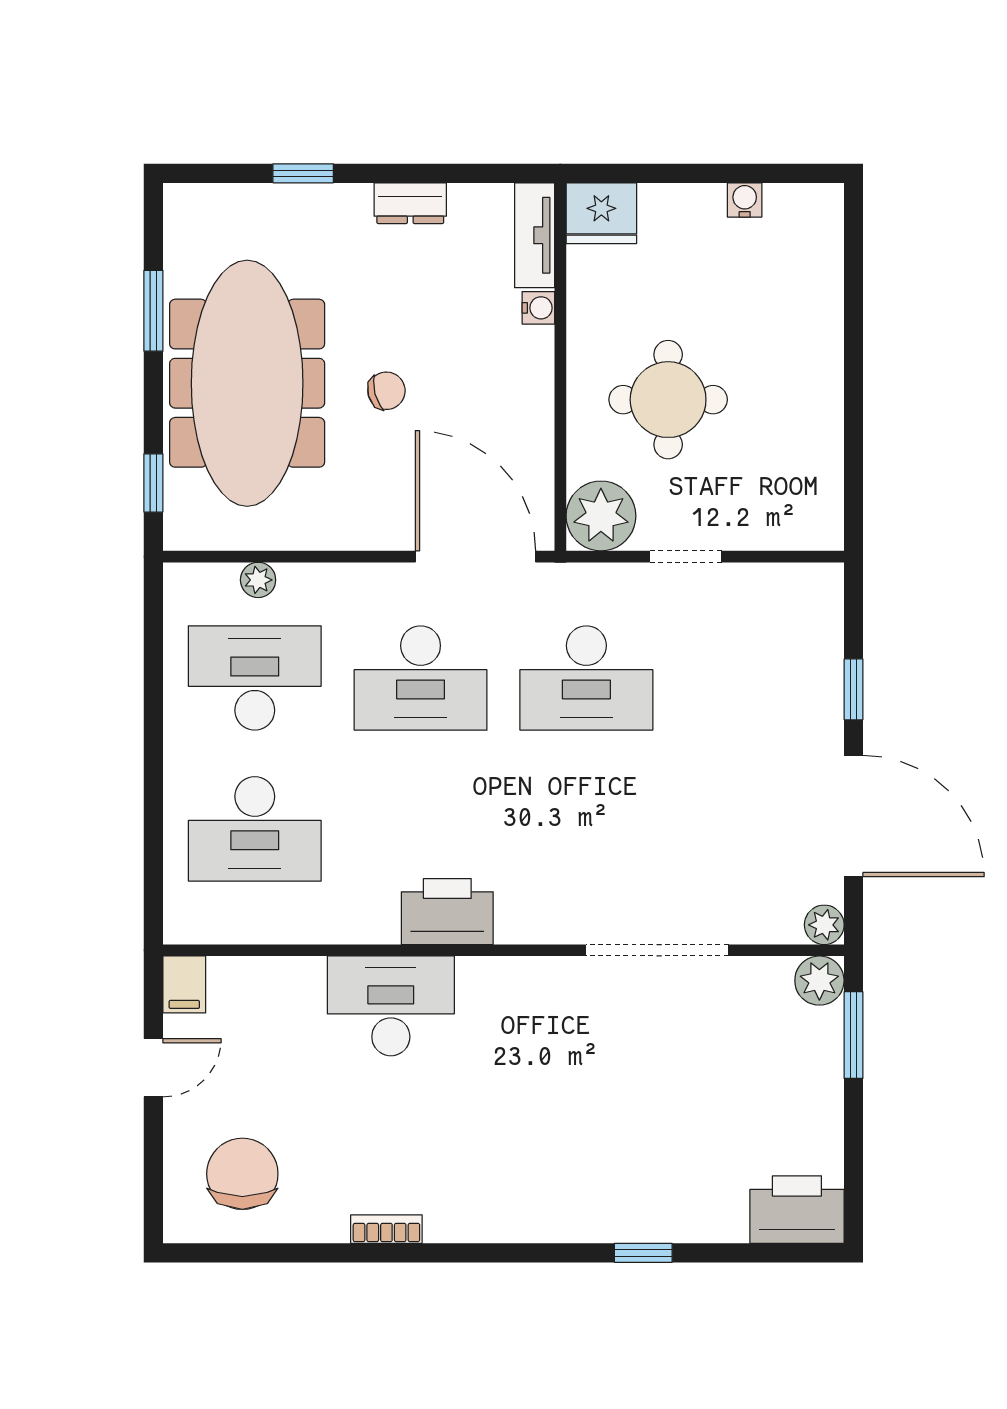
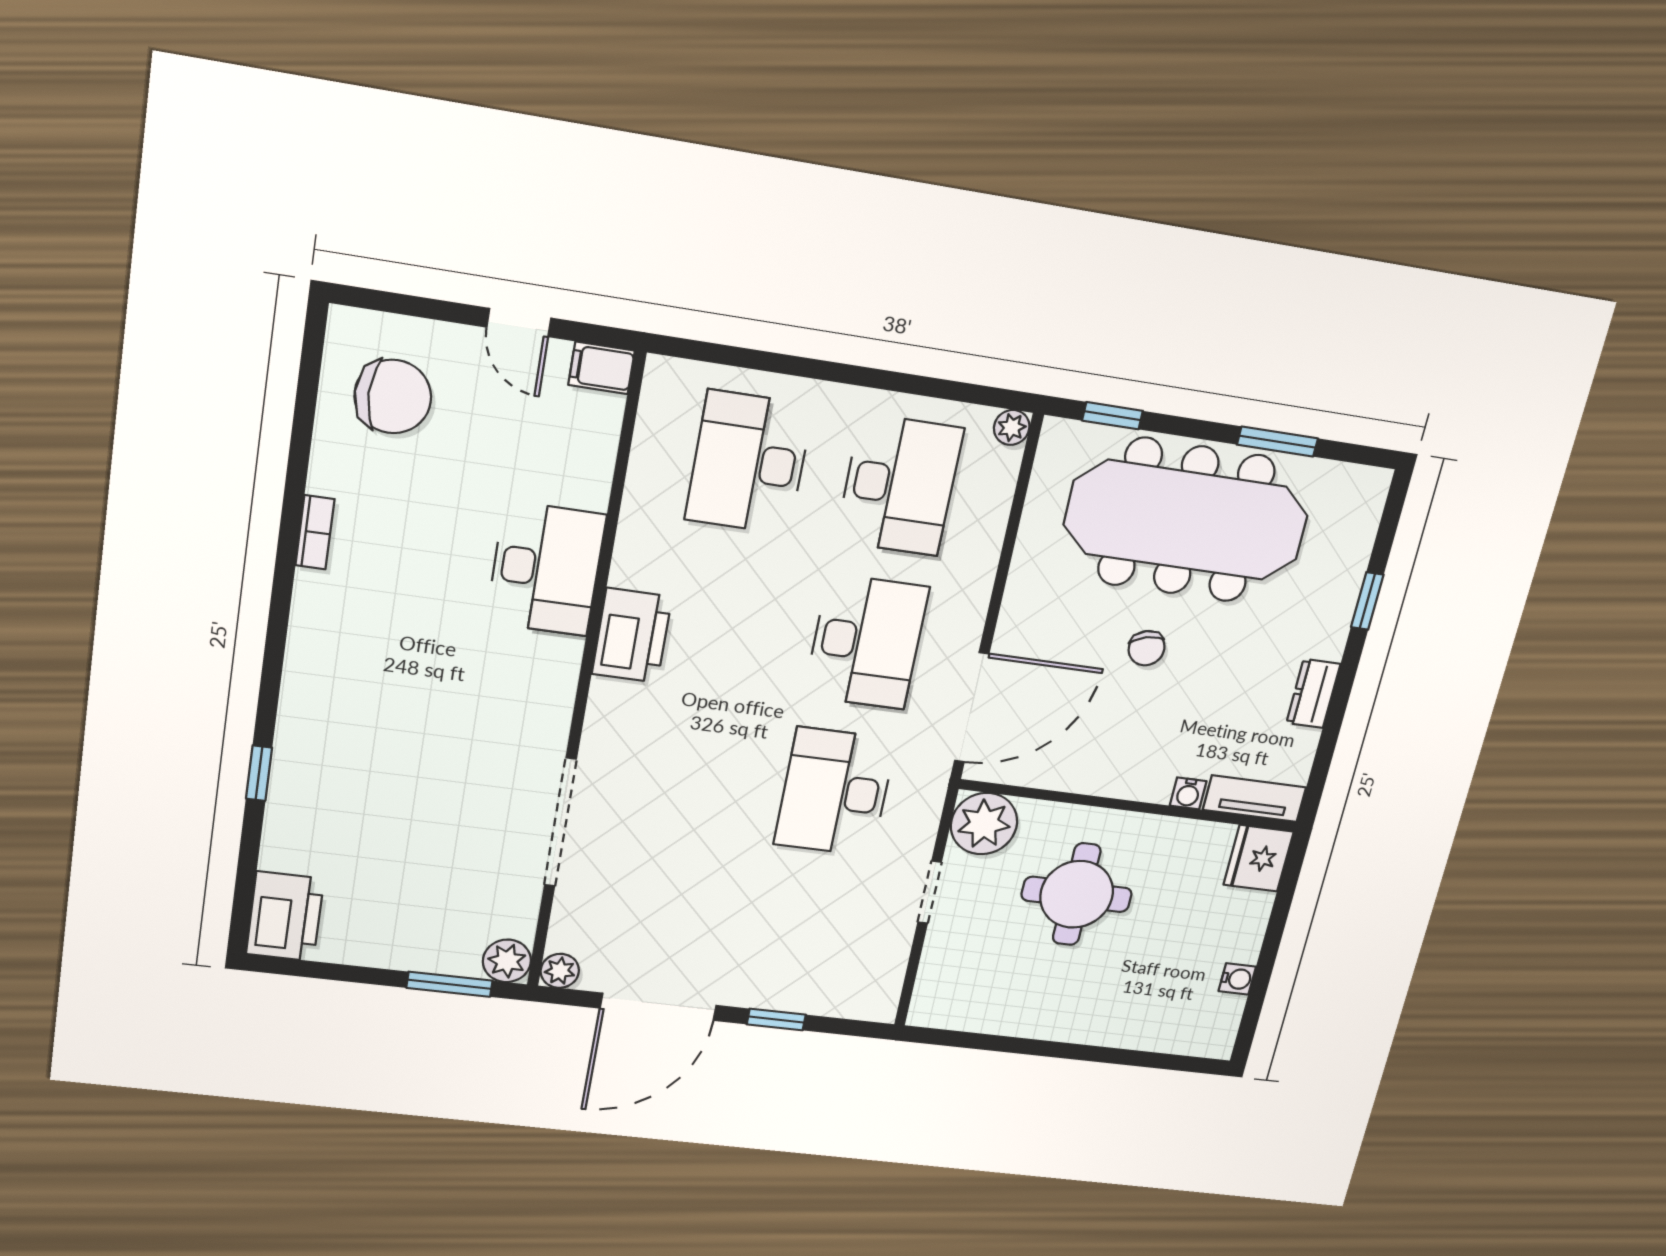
plant: (258, 580) -> (1012, 427), moved
desk: (421, 678) -> (866, 642), turned 180

